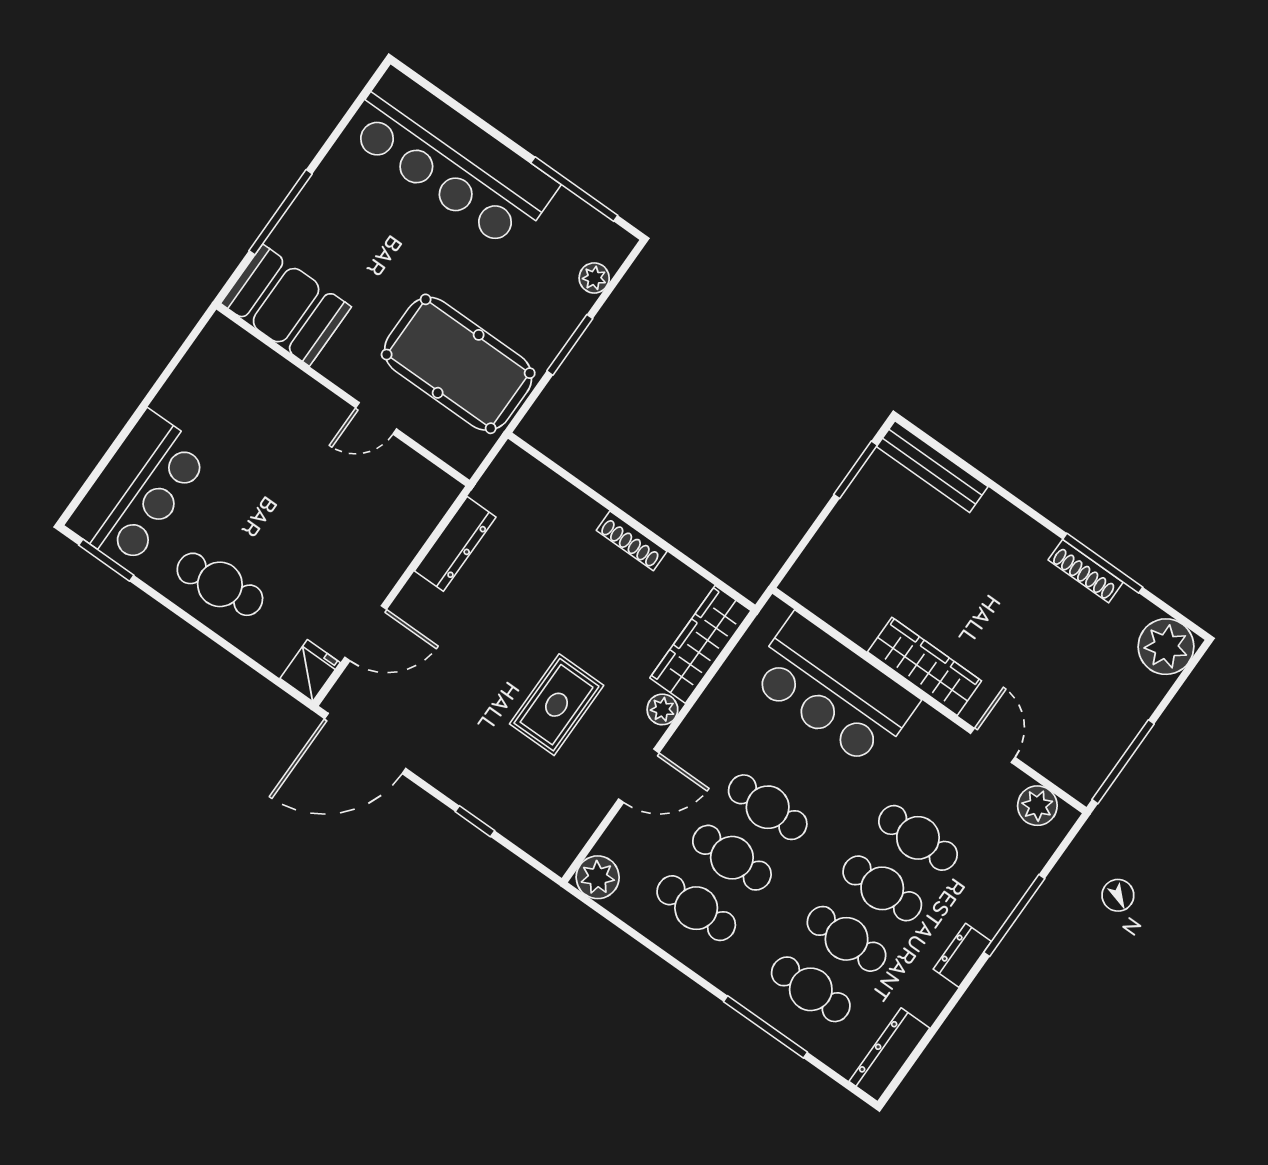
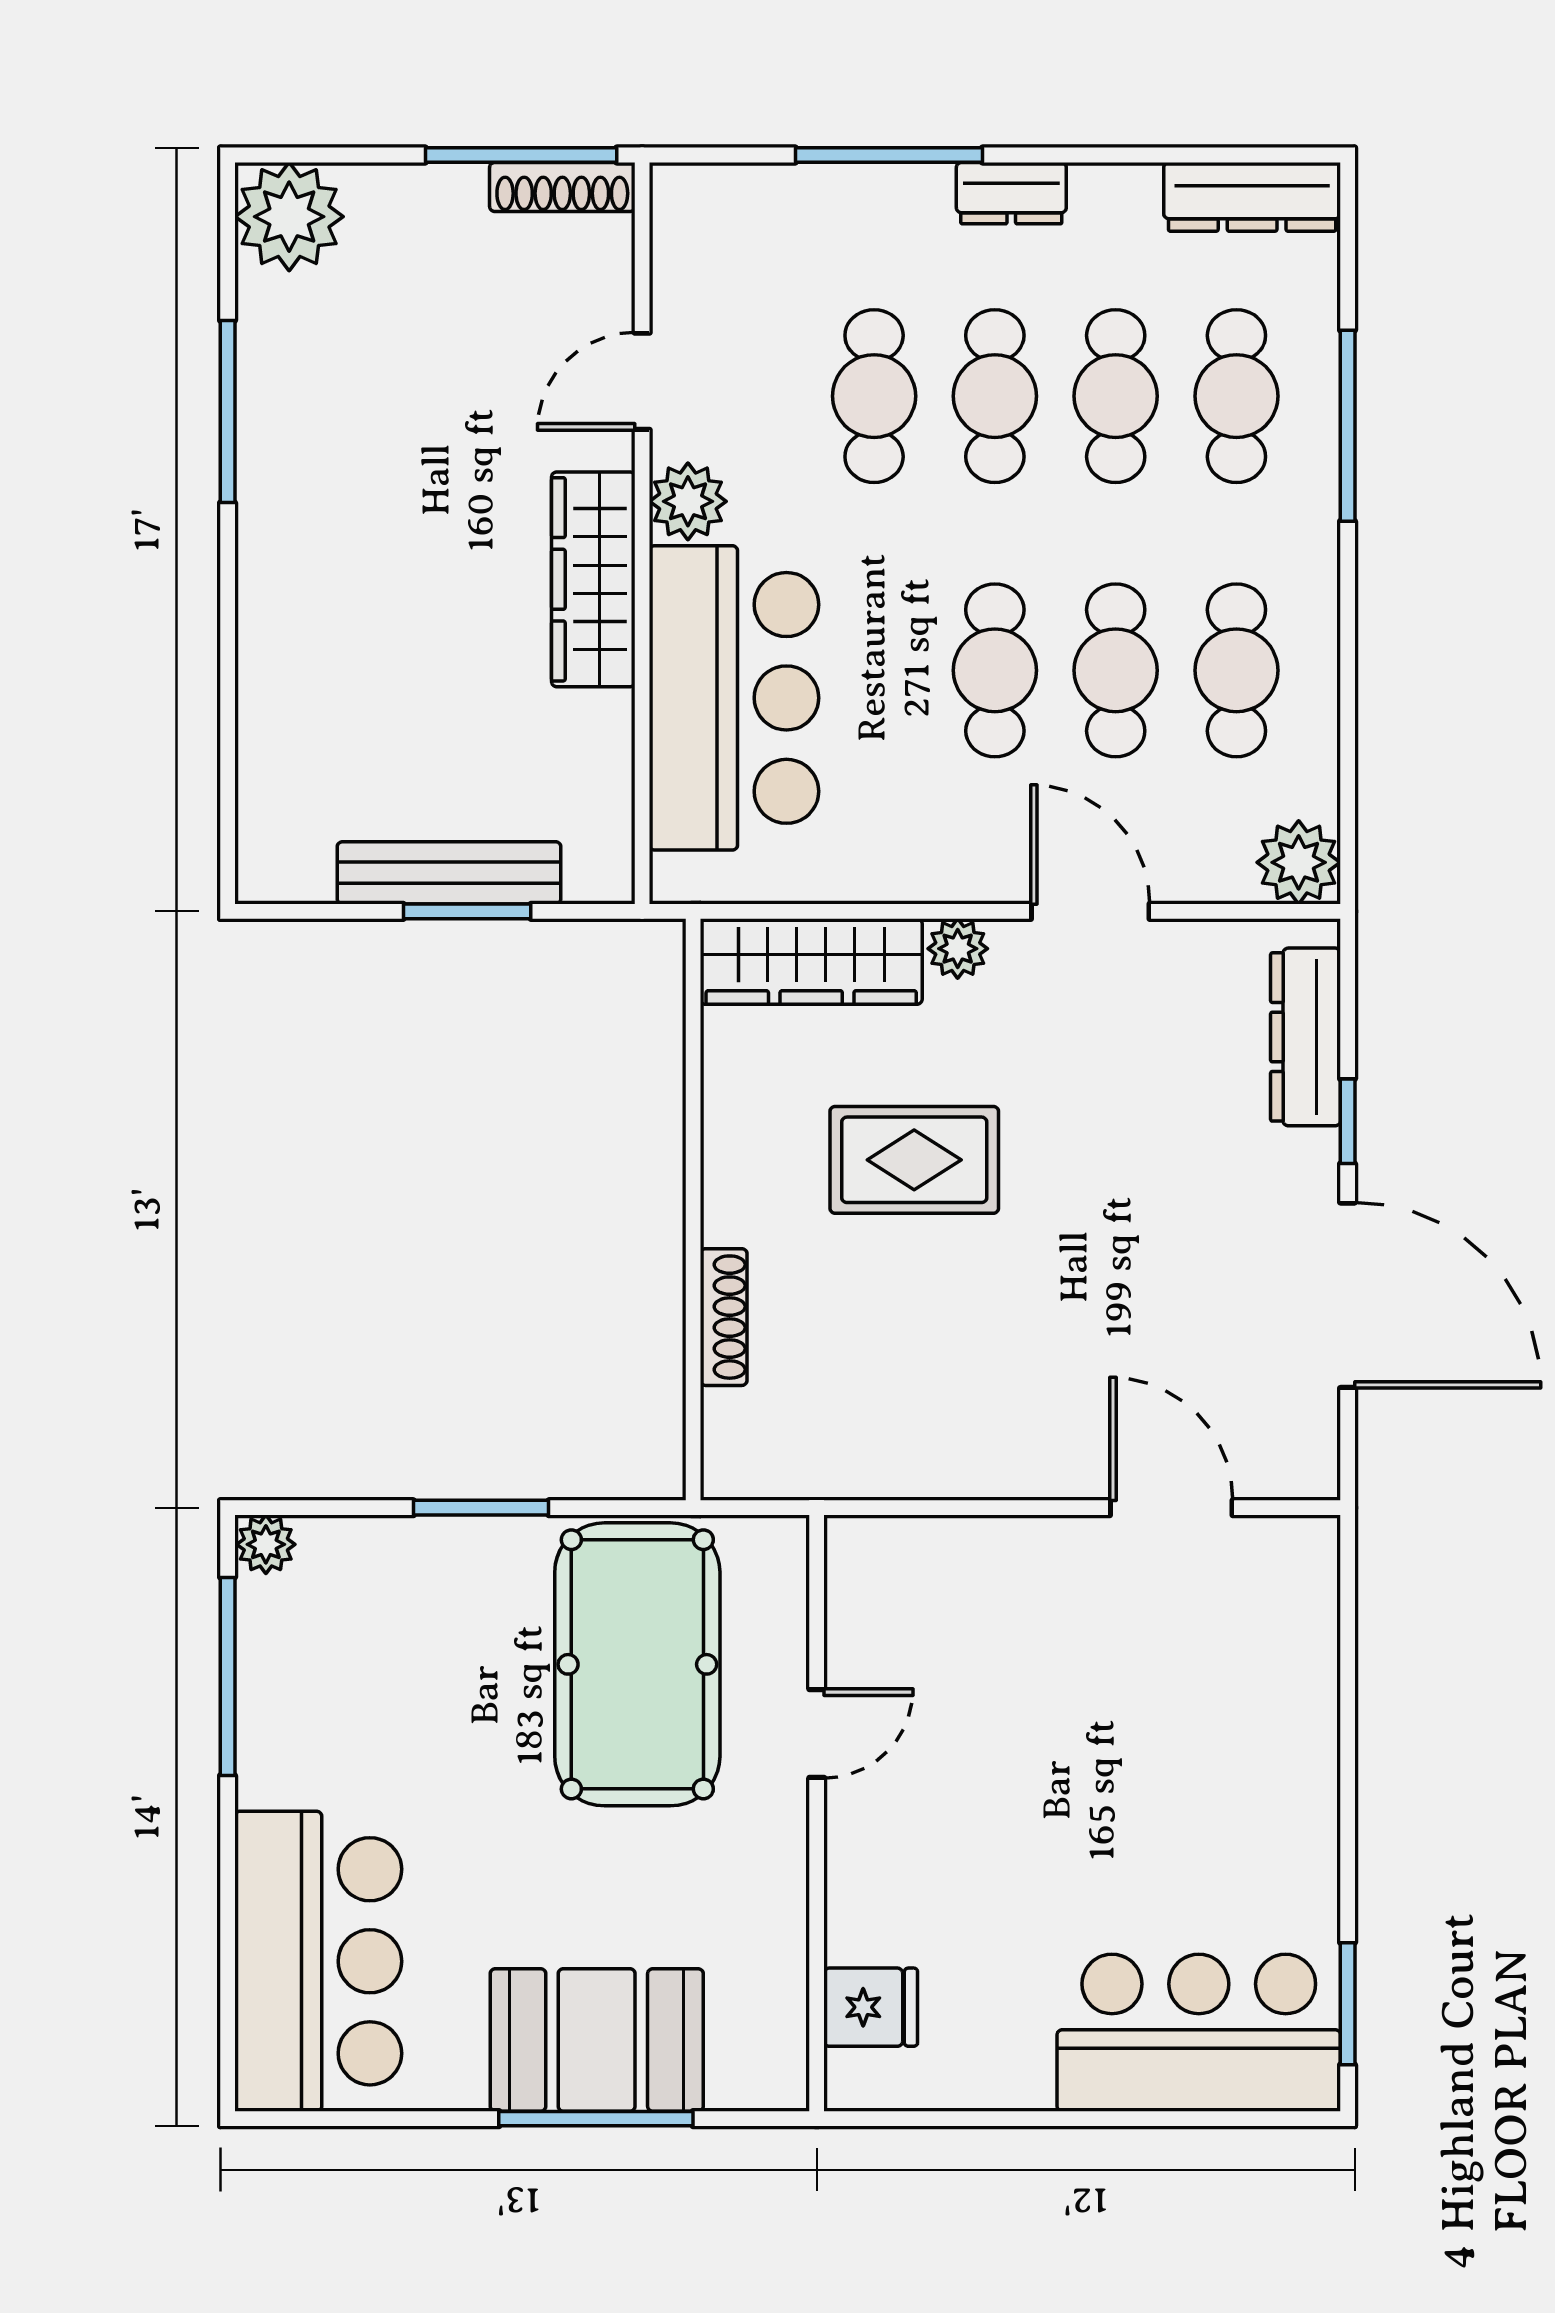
bar counter: (451, 159) -> (318, 1961), width x0.73
plant: (594, 278) -> (266, 1544), moved
booth: (286, 305) -> (597, 2040), moved, turned 90
door: (376, 418) -> (817, 1733), hinge flipped
bench: (932, 467) -> (449, 873), moved, turned 90
window: (855, 470) -> (467, 911), moved
shoe rack: (632, 541) -> (724, 1317), moved
dresser: (455, 544) -> (1305, 1037), moved, turned -90
shoe rack: (1086, 571) -> (562, 187), moved, turned 90
cafe table: (220, 584) -> (1258, 1795), removed
fridge: (310, 671) -> (871, 2007), moved, turned 180
rug: (557, 705) -> (914, 1160), moved
door: (365, 743) -> (1348, 1295), moved
plant: (1037, 806) -> (688, 501), moved

